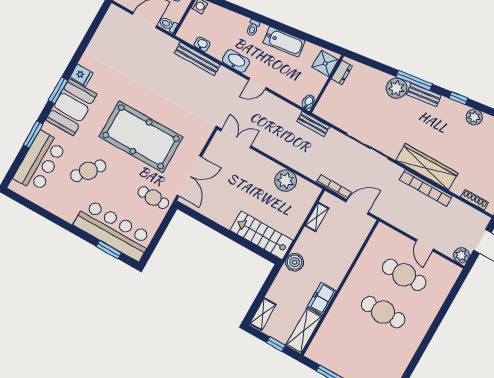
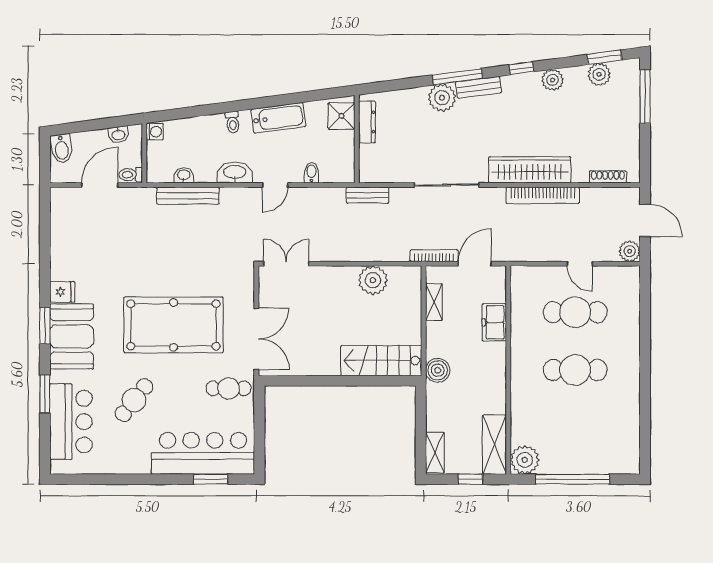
dresser: (342, 72) -> (367, 122), width x1.44
bidet: (308, 102) -> (311, 173), moved
freezer: (322, 298) -> (494, 322), moved
plant: (318, 351) -> (525, 460), added

